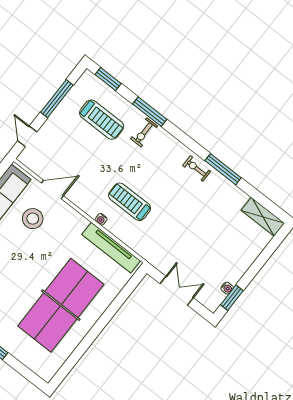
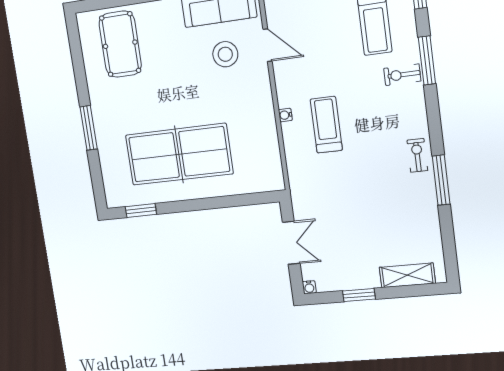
shelving: (263, 217) -> (407, 275), moved, turned 90
tv unit: (111, 248) -> (270, 149), removed
water cooler: (227, 288) -> (309, 287), moved
window: (232, 298) -> (359, 295), moved
window: (70, 363) -> (141, 210), added

